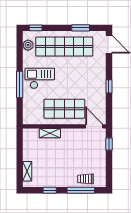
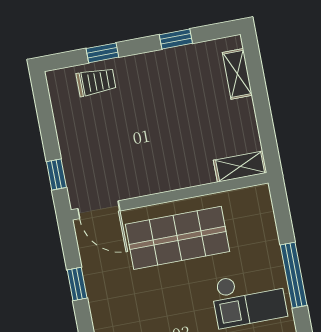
window: (109, 86) -> (77, 284), moved
shelving: (50, 133) -> (240, 167), moved
window: (81, 190) -> (102, 53), width x0.46

